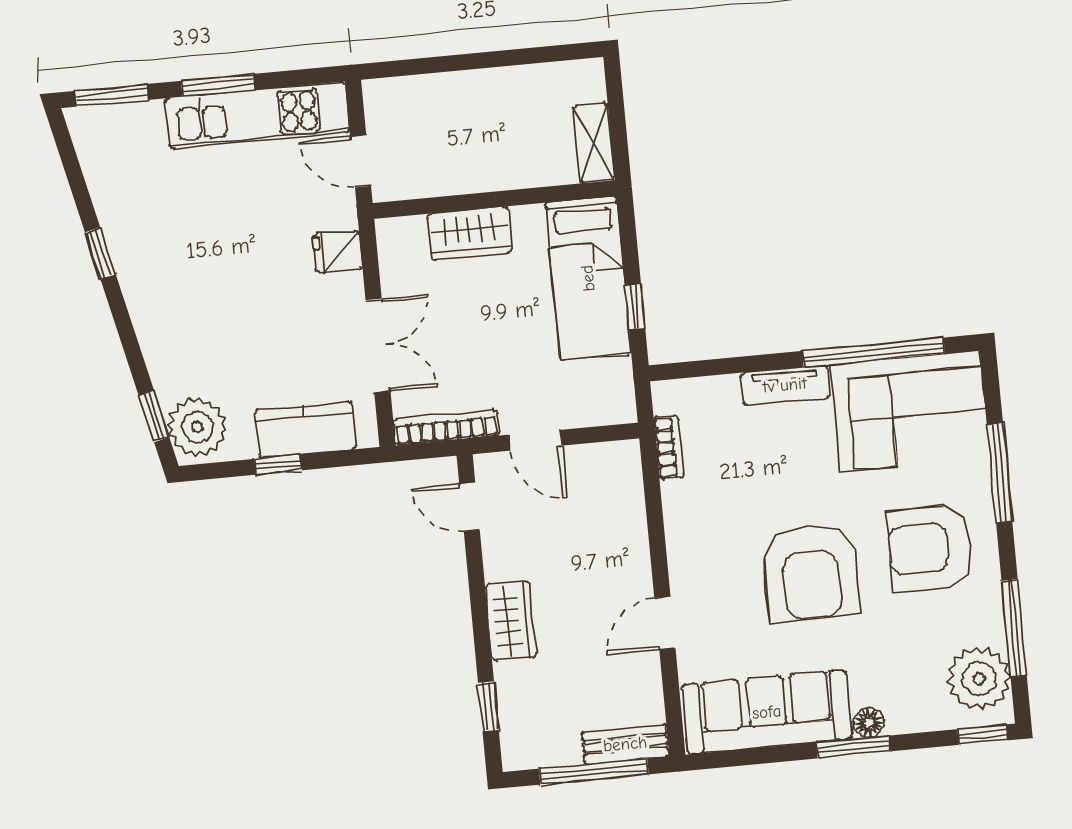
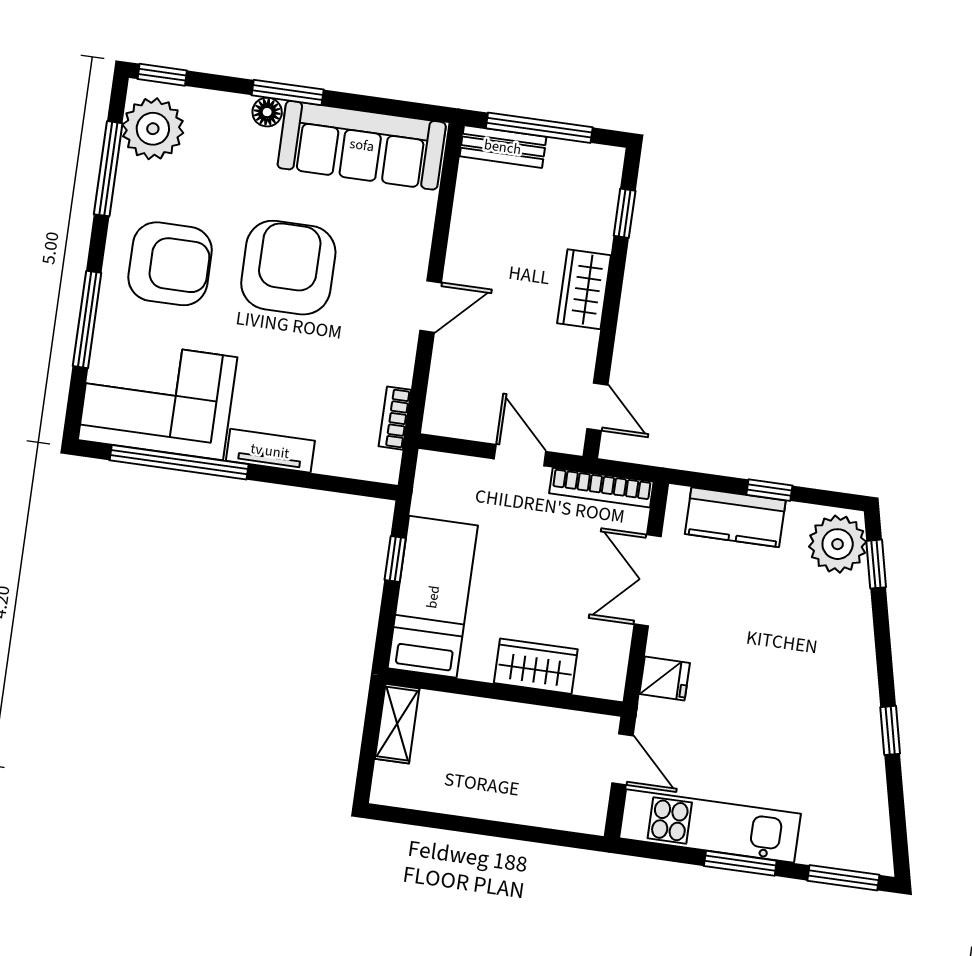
door: (665, 623) -> (431, 307), moved

